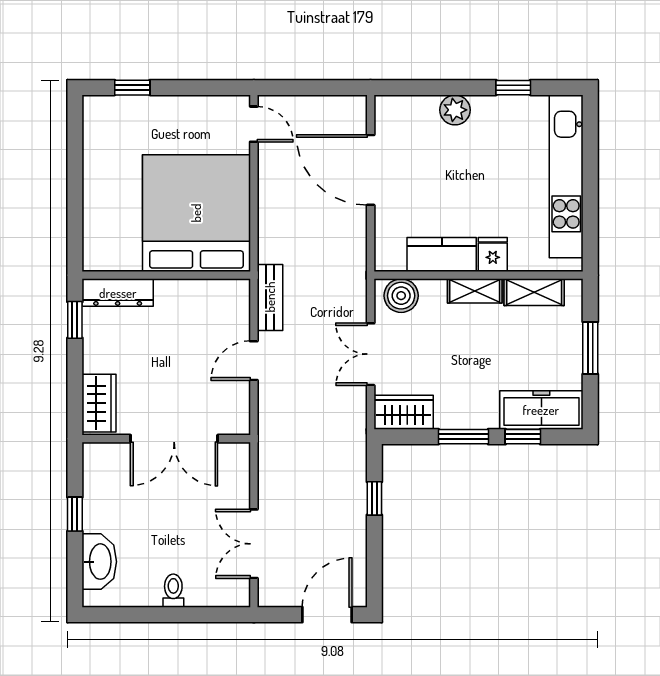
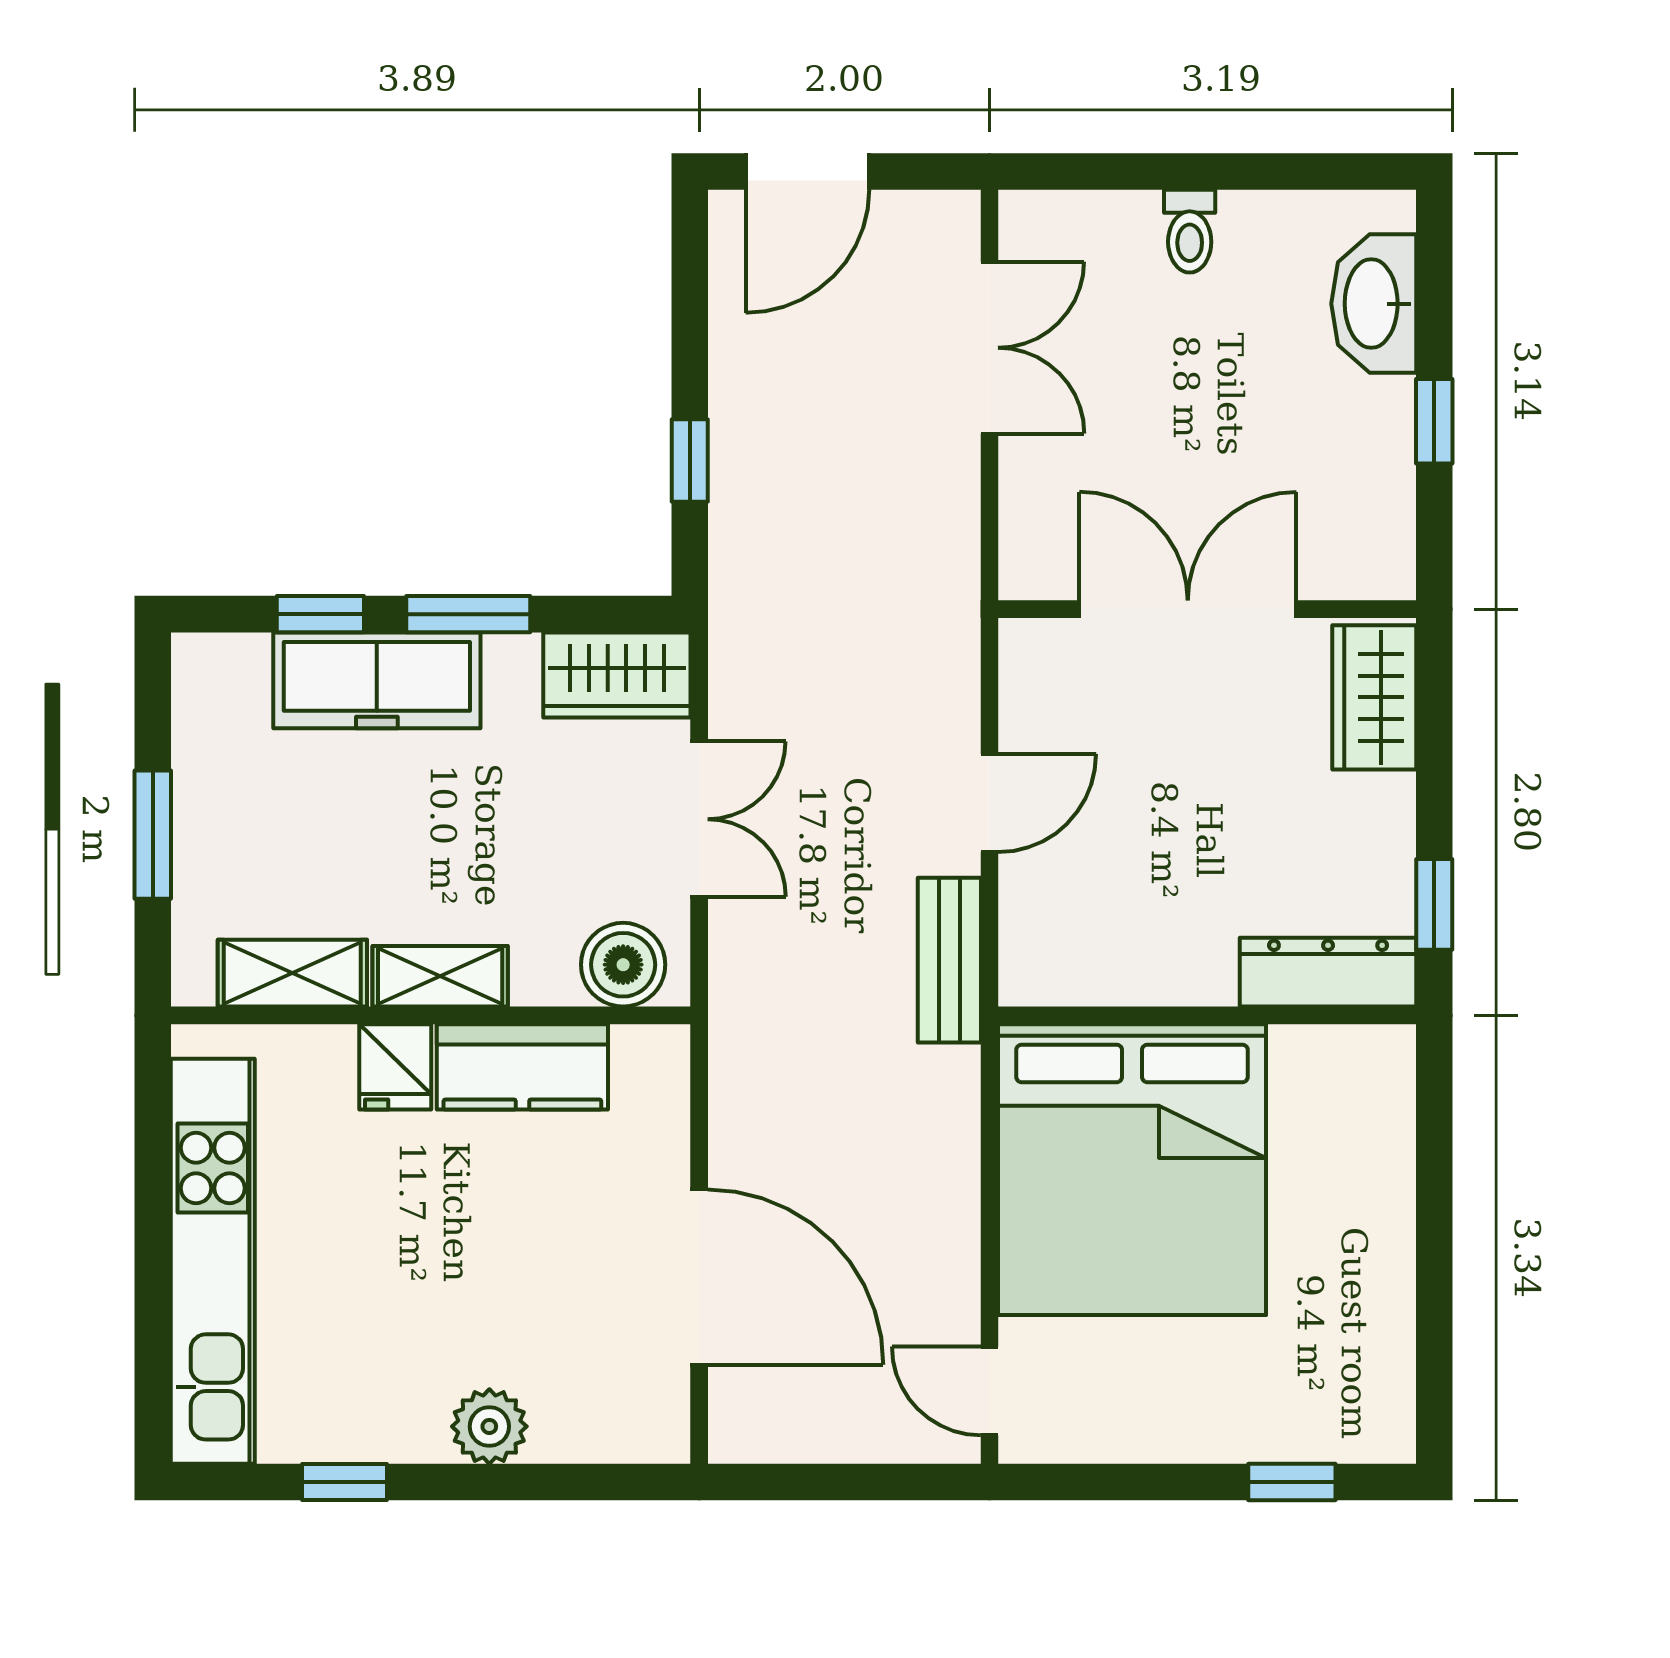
freezer: (541, 410) -> (377, 680), moved

